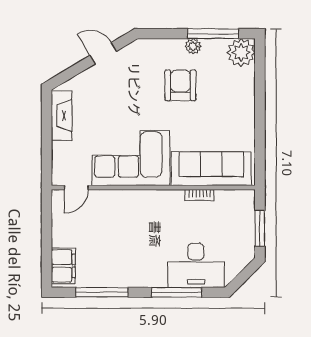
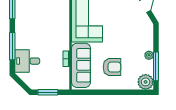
armchair: (180, 85) -> (112, 67), moved
desk: (196, 265) -> (27, 61), width x0.73

